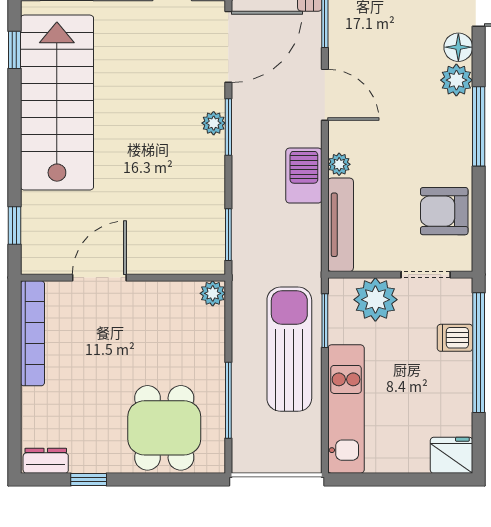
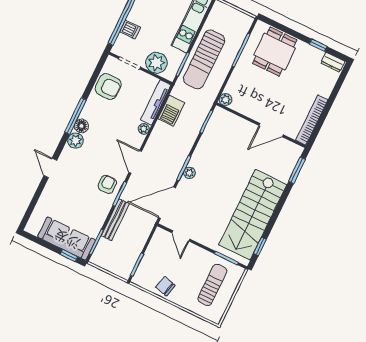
armchair: (357, 27) -> (107, 184), added
floor lamp: (458, 47) -> (82, 126), moved
barbecue: (304, 176) -> (171, 111), moved
window: (14, 226) -> (297, 170), width x1.50

